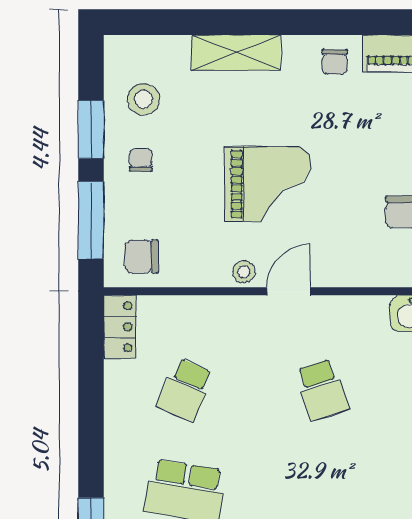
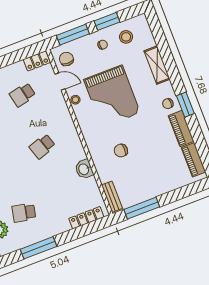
window: (353, 22) -> (185, 105), added
grand piano: (268, 184) -> (112, 96), width x1.37, depth x1.48
door: (288, 291) -> (60, 81), moved
school desk: (185, 390) -> (22, 95), turned -36

